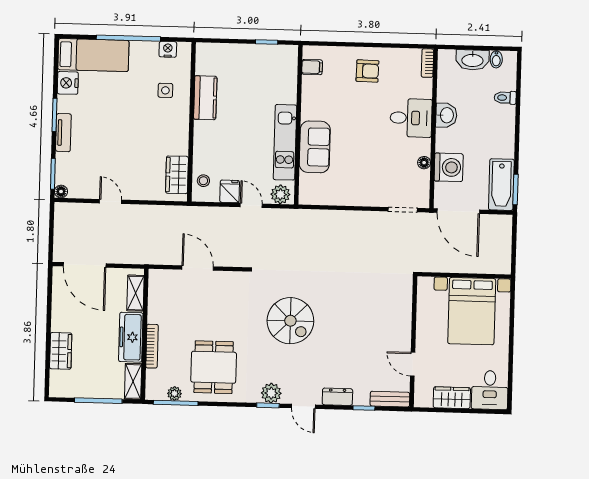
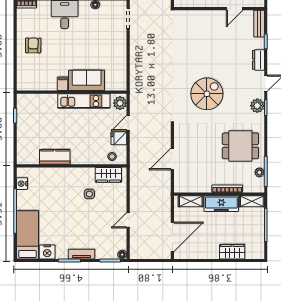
filing cabinet: (312, 67) -> (62, 84), moved
side table: (165, 90) -> (89, 194), moved

